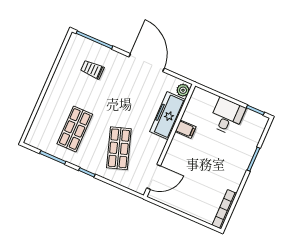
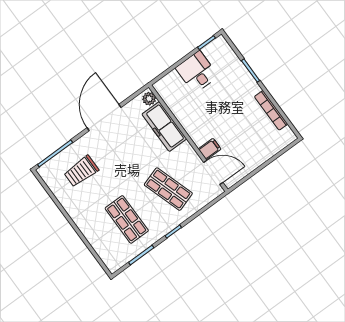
door: (147, 63) -> (104, 118), hinge flipped
trolley: (92, 69) -> (81, 171), width x1.36, depth x1.39
filing cabinet: (186, 129) -> (210, 149), moved
door: (154, 177) -> (213, 172), hinge flipped
bookcase: (224, 209) -> (271, 110), moved

